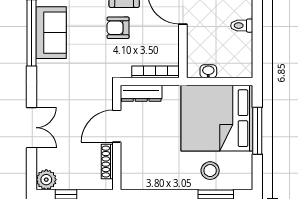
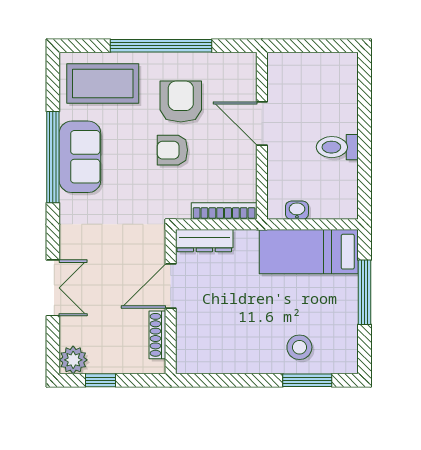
toilet: (242, 26) -> (337, 147), width x1.37, depth x1.39
bed: (217, 118) -> (309, 252), width x0.49

